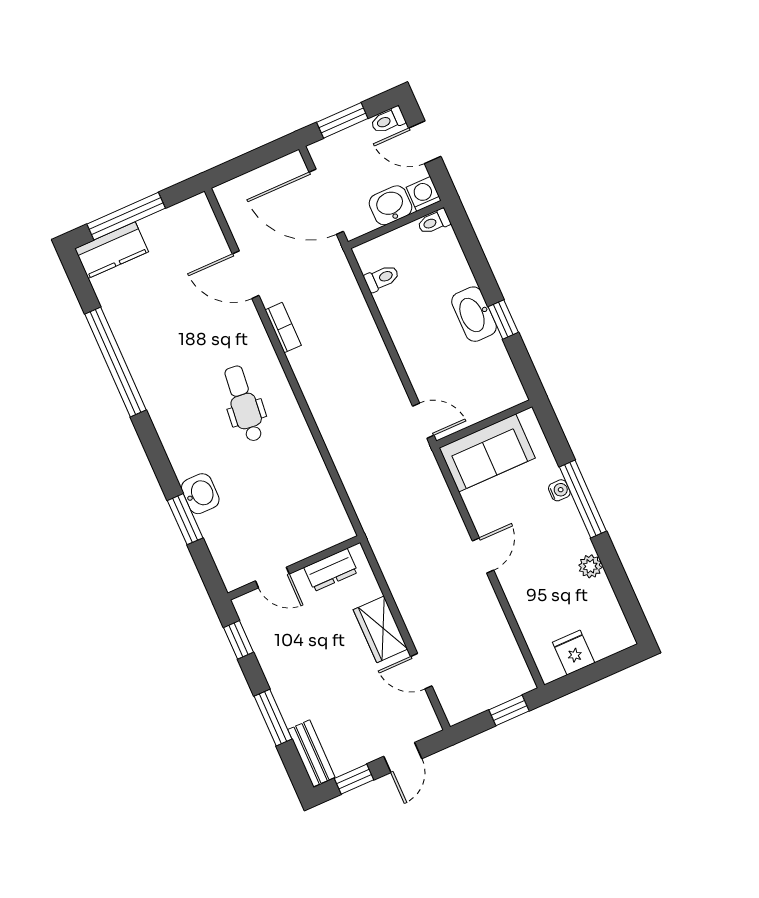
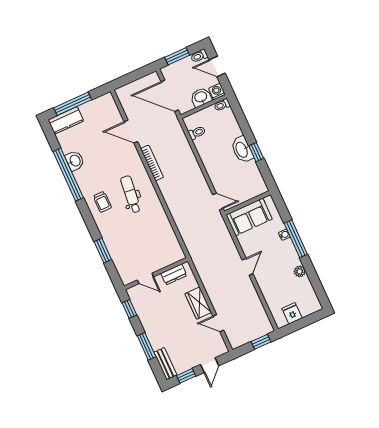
bookcase: (283, 328) -> (152, 163), width x1.56
trolley: (185, 419) -> (102, 202), added
washbasin: (200, 494) -> (75, 161), moved

